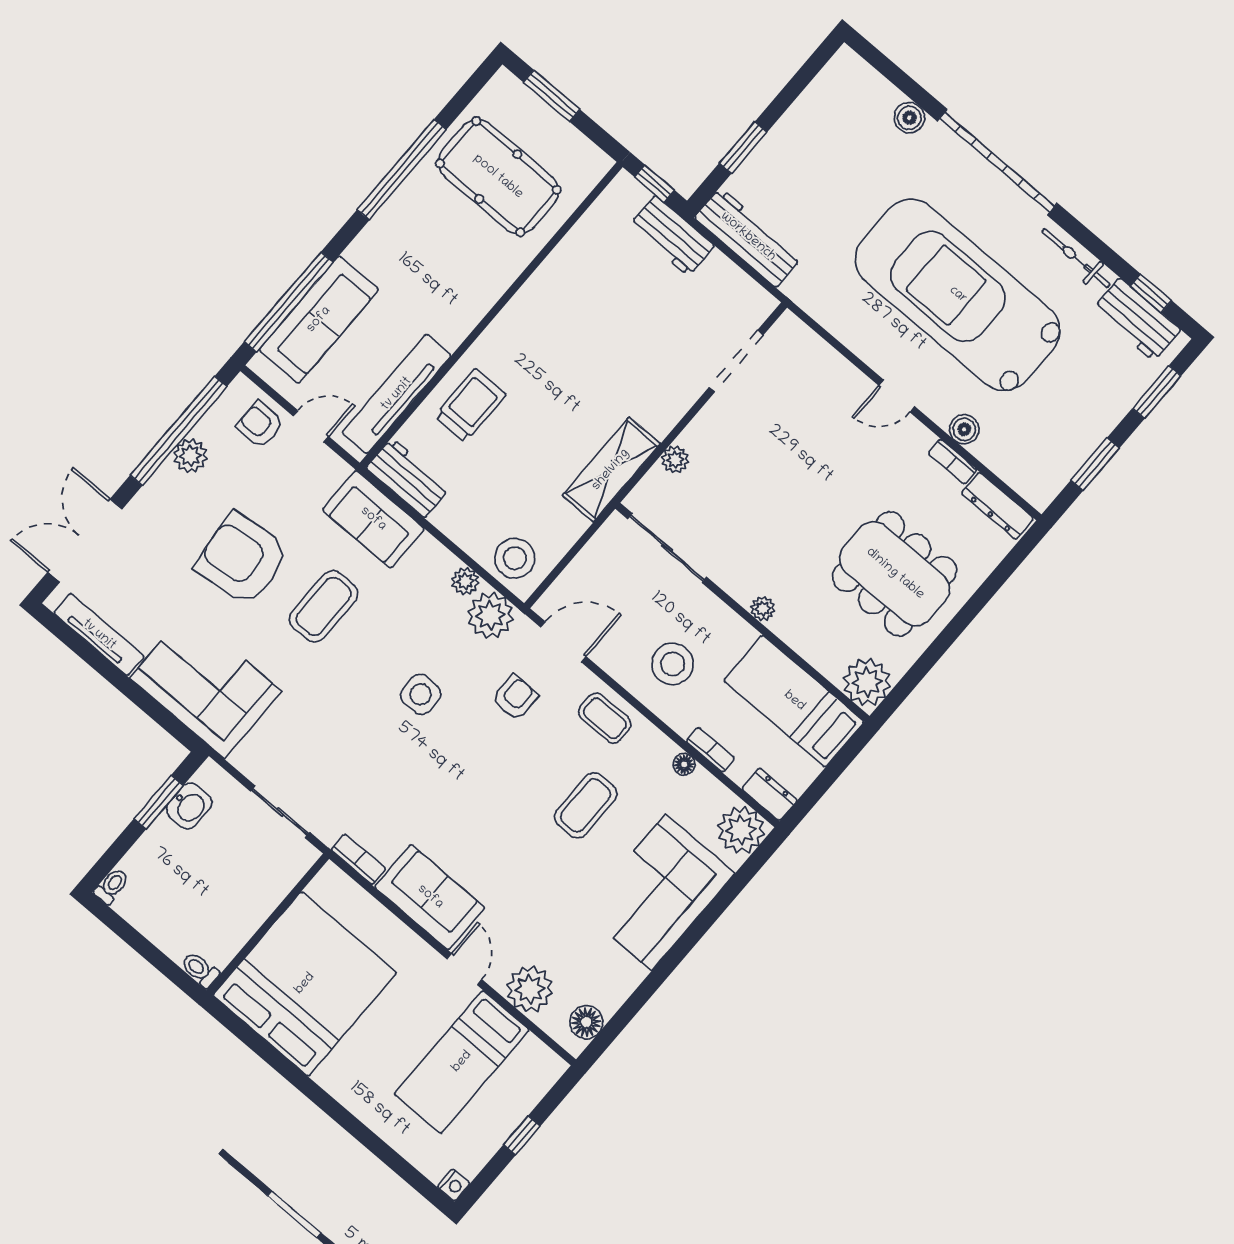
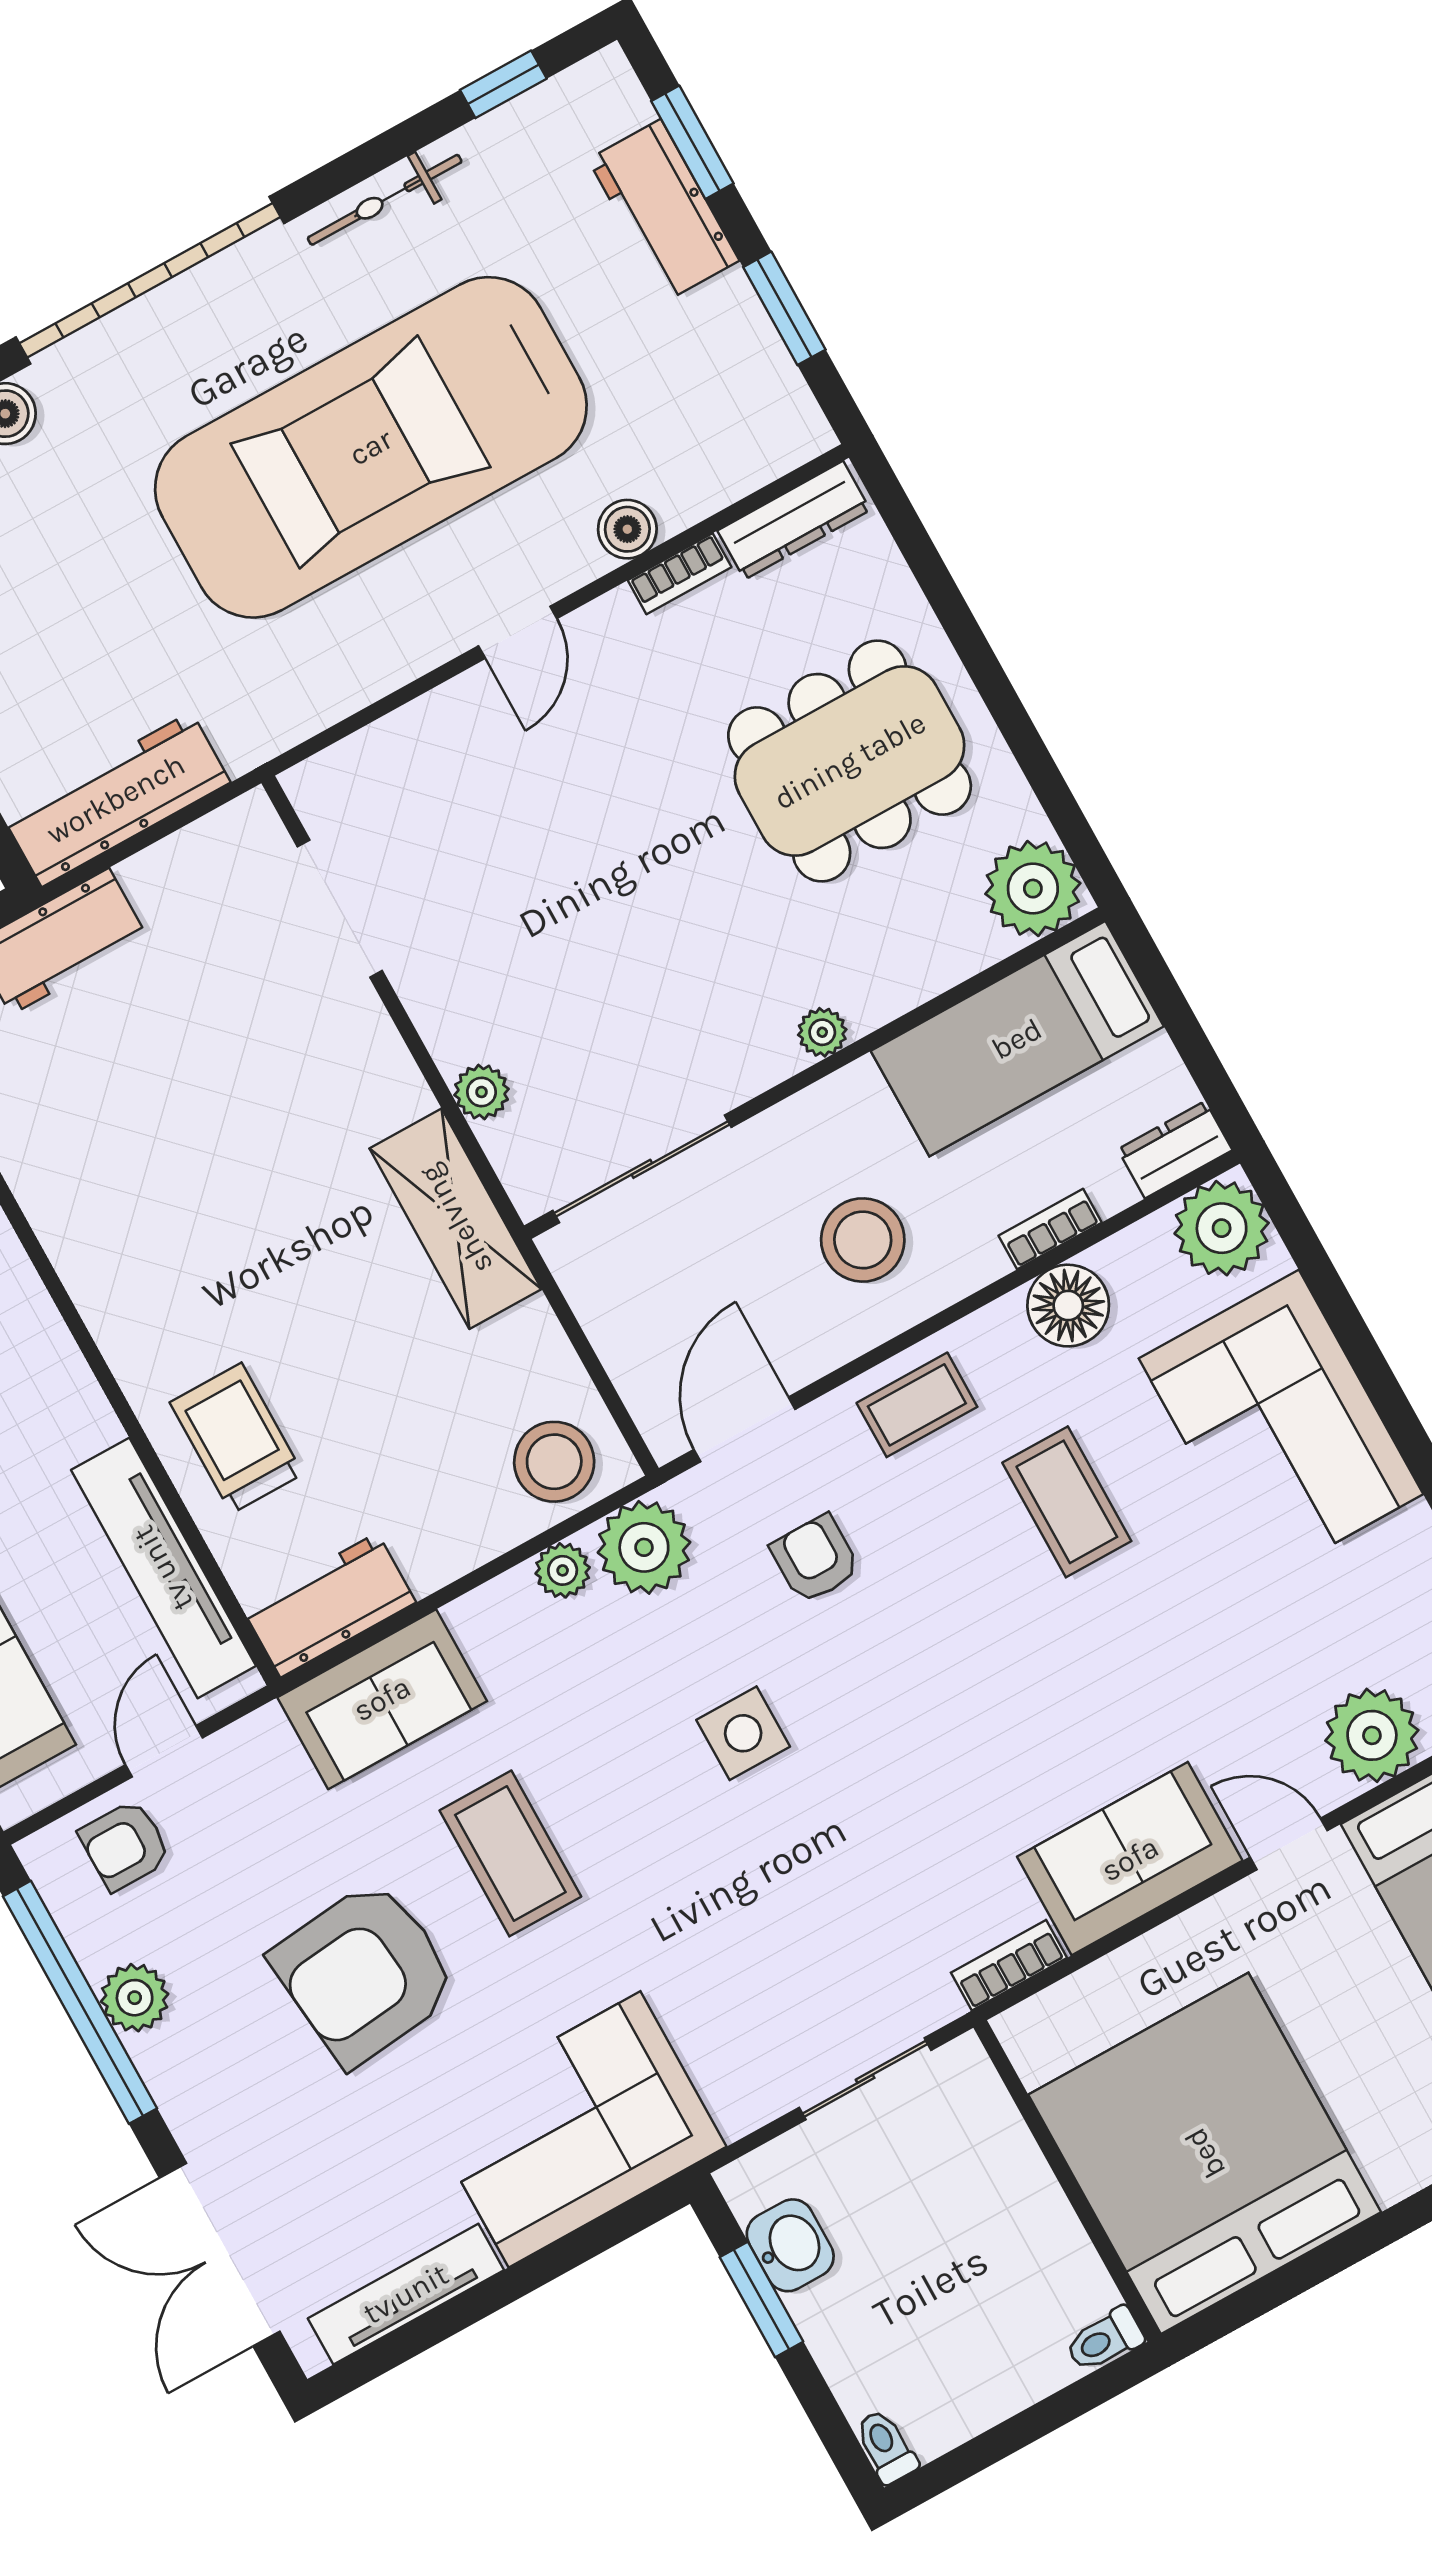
workbench: (1137, 320) -> (664, 210), moved, turned 90
floor lamp: (684, 764) -> (1068, 1306), width x1.89, depth x1.89

